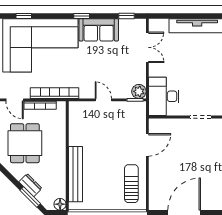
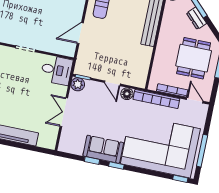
window: (24, 16) -> (180, 179), moved
window: (127, 16) -> (92, 160), moved
double door: (147, 47) -> (64, 112), moved
floor lamp: (86, 92) -> (127, 94), added
desk: (164, 96) -> (57, 70), width x0.73

